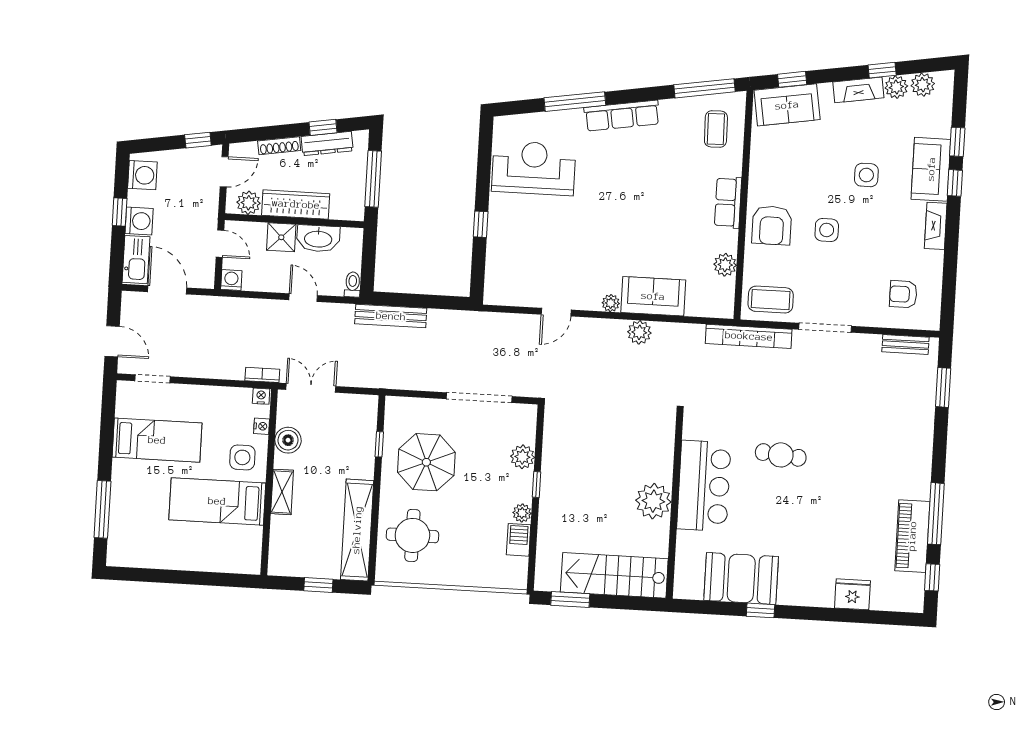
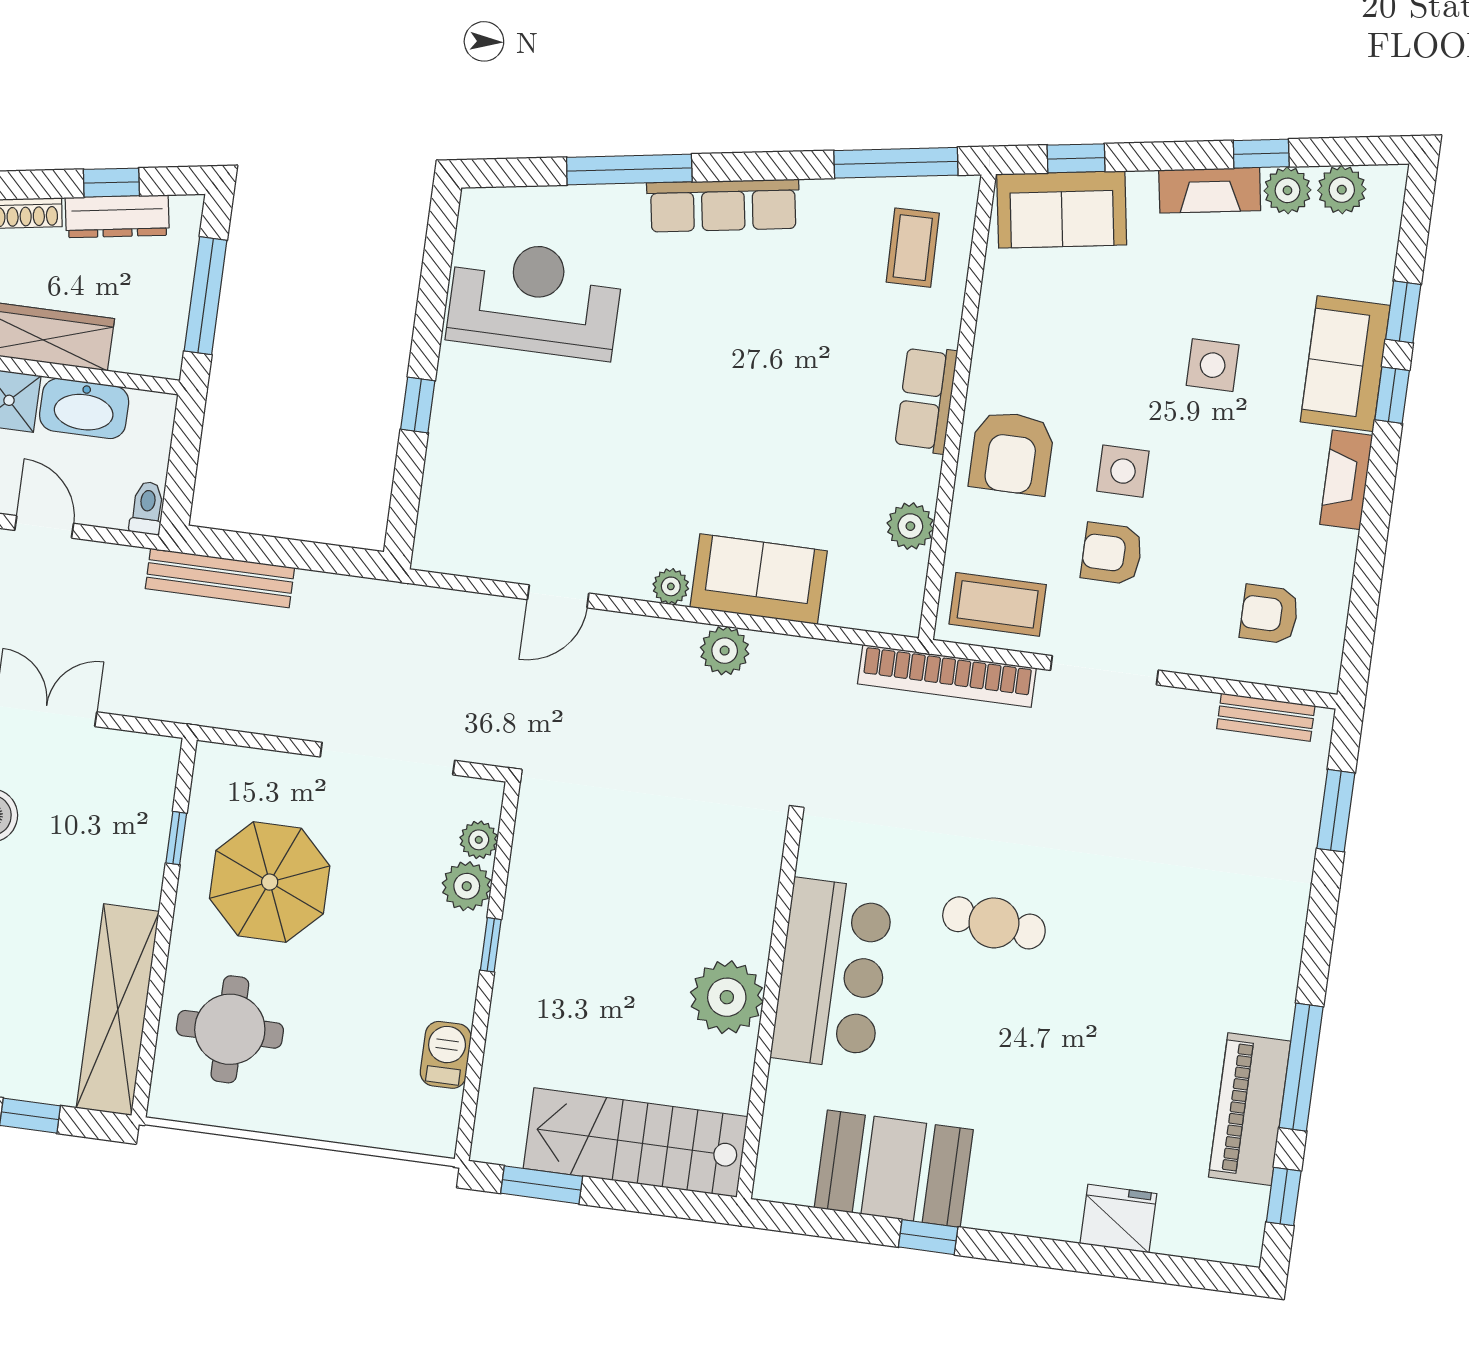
armchair: (824, 271) -> (1112, 554), added
plant: (522, 513) -> (479, 840), moved

